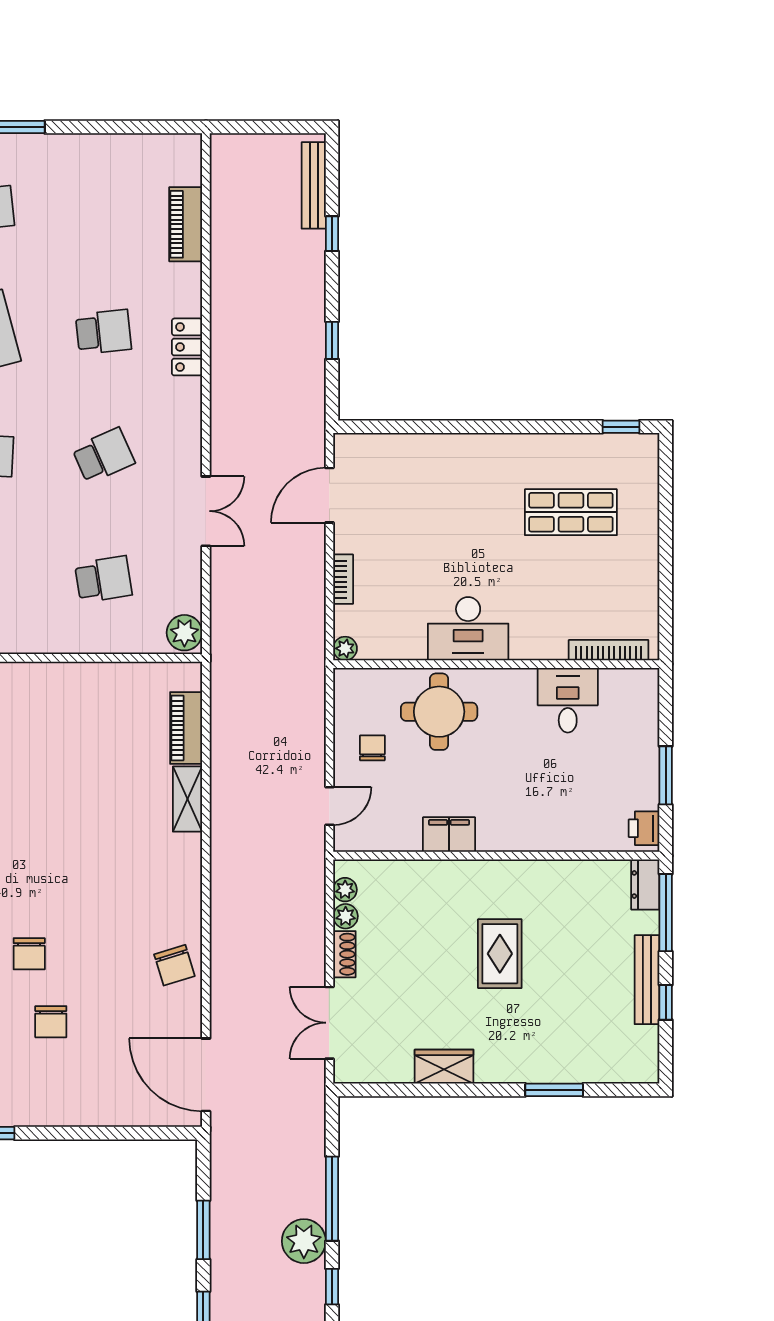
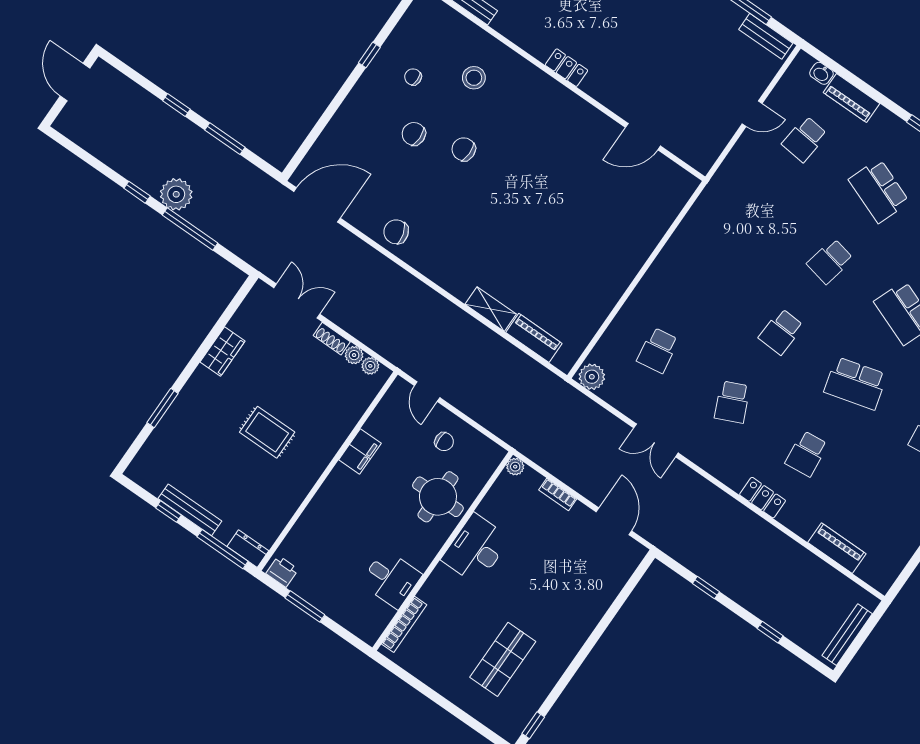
bench: (314, 185) -> (847, 635), moved, turned 90

